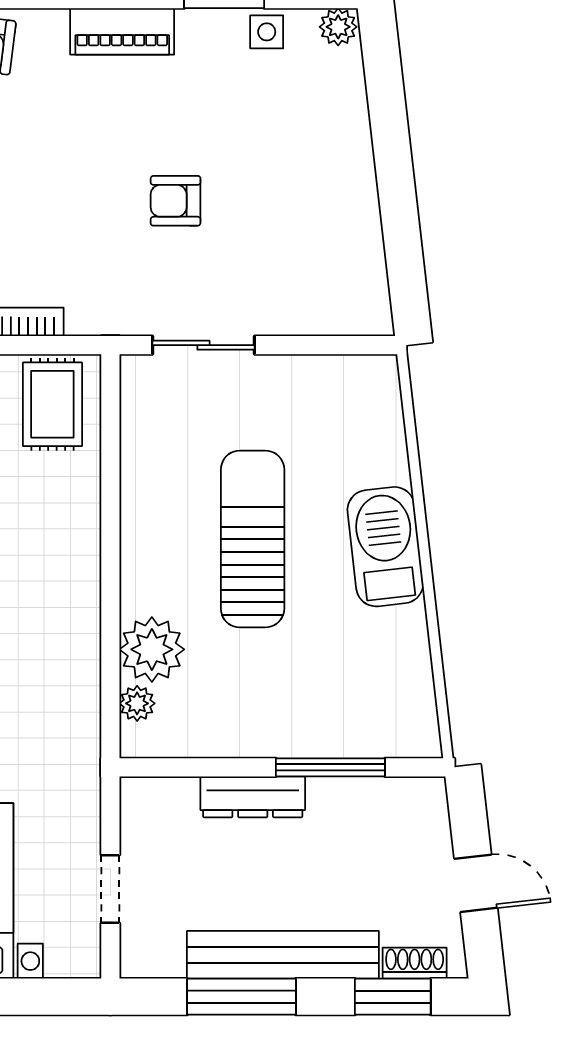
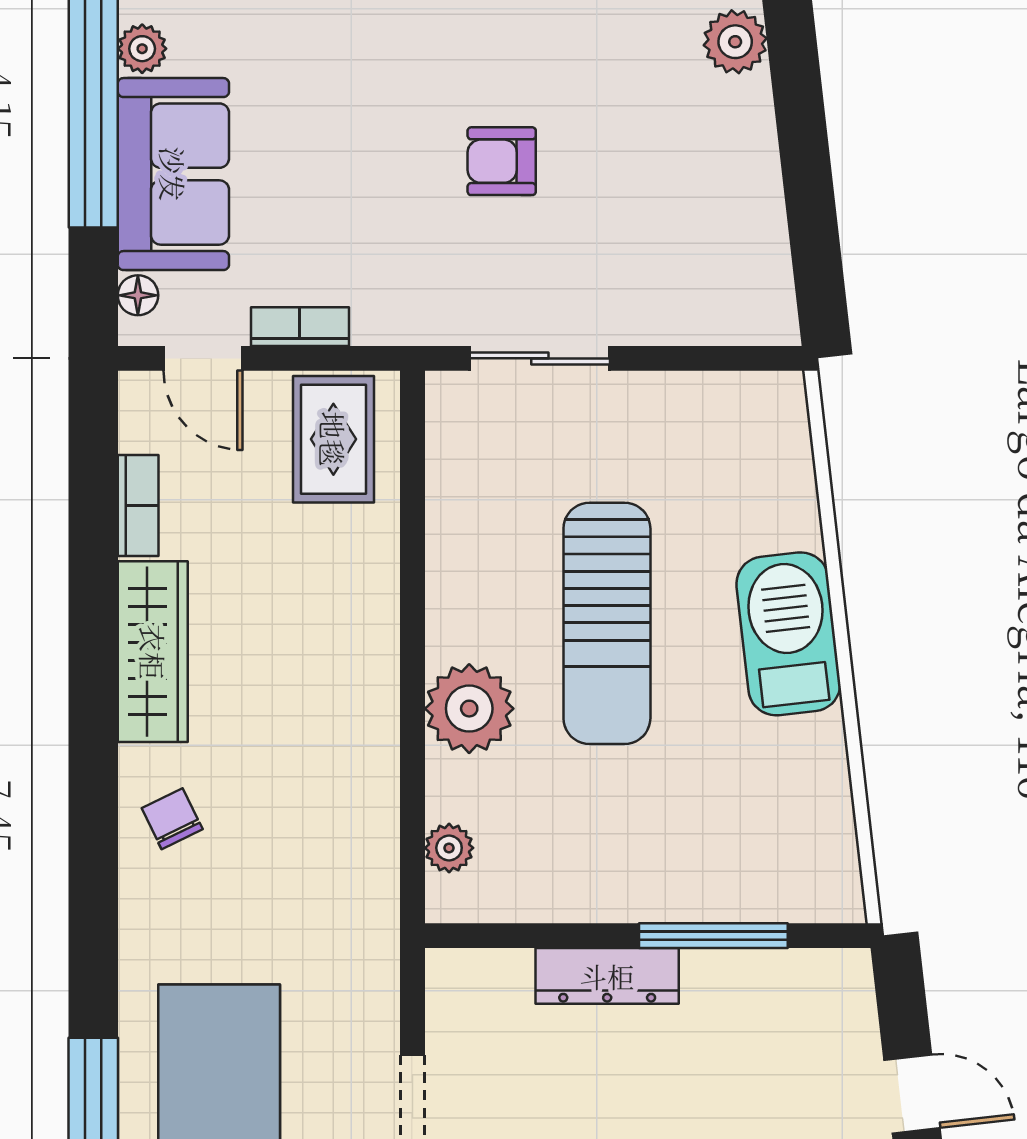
plant: (346, 113) -> (735, 42), added
sun lounger: (253, 539) -> (607, 623), turned 180
plant: (152, 649) -> (469, 709), moved

